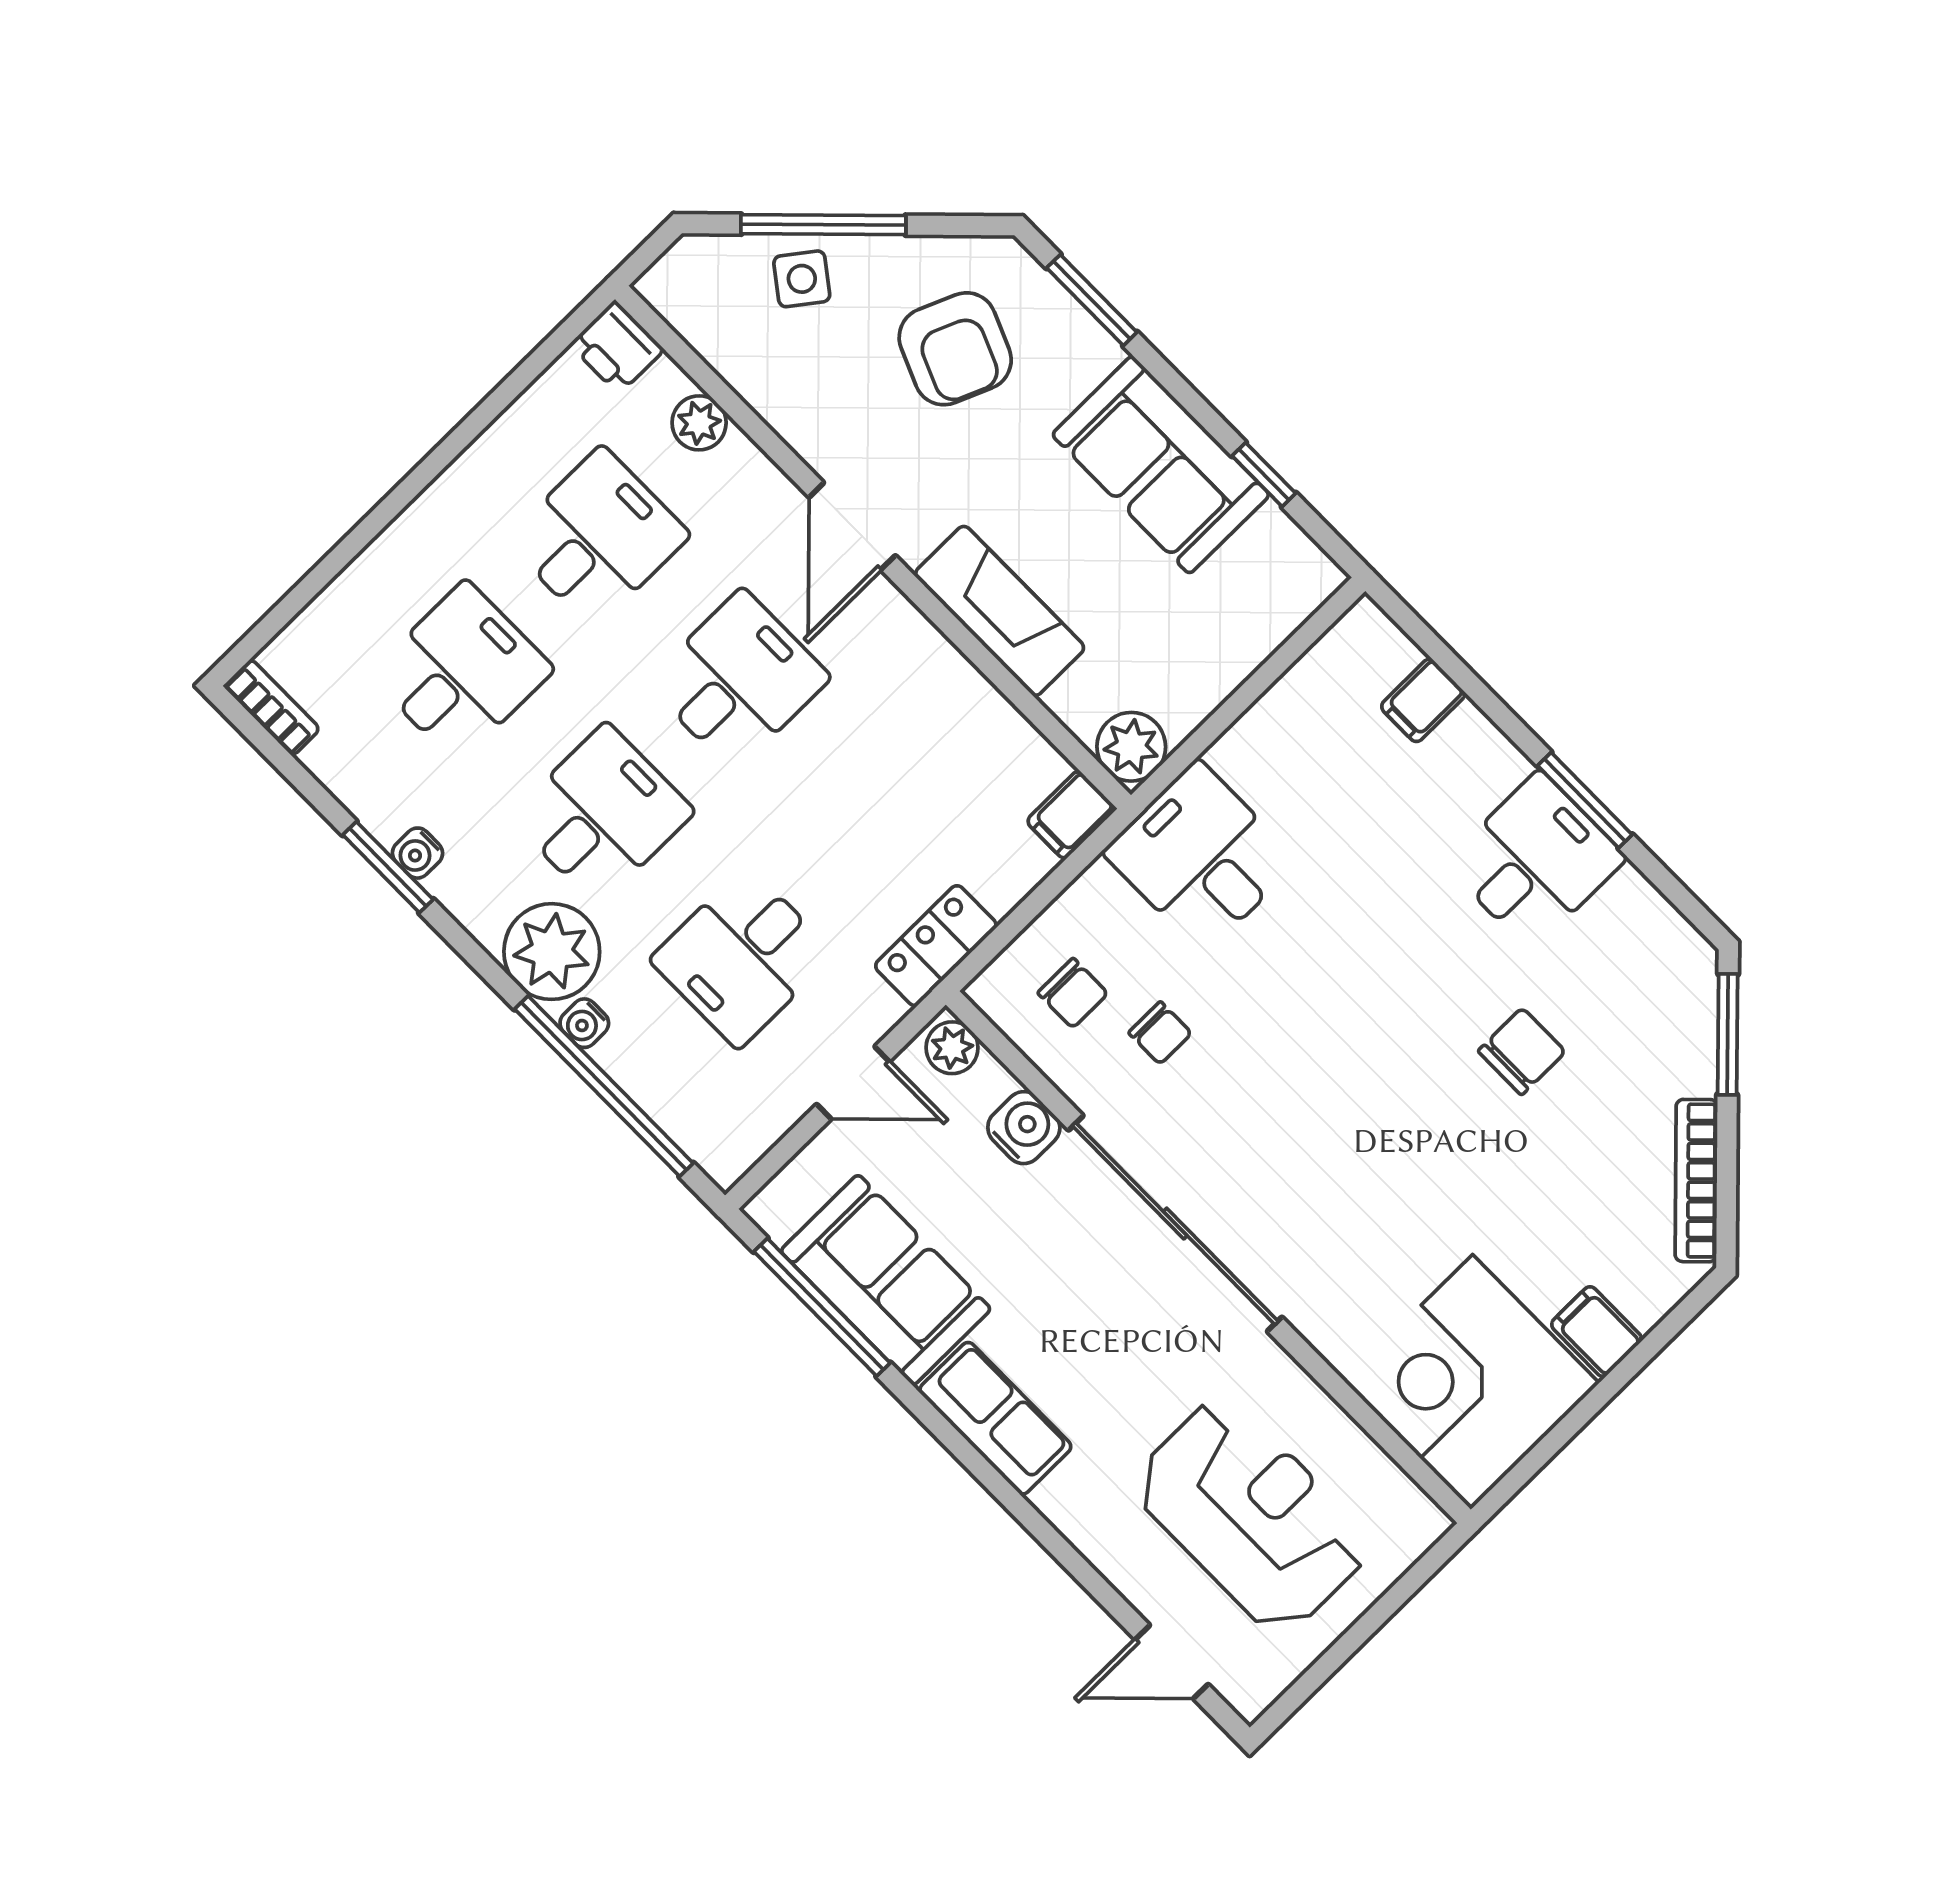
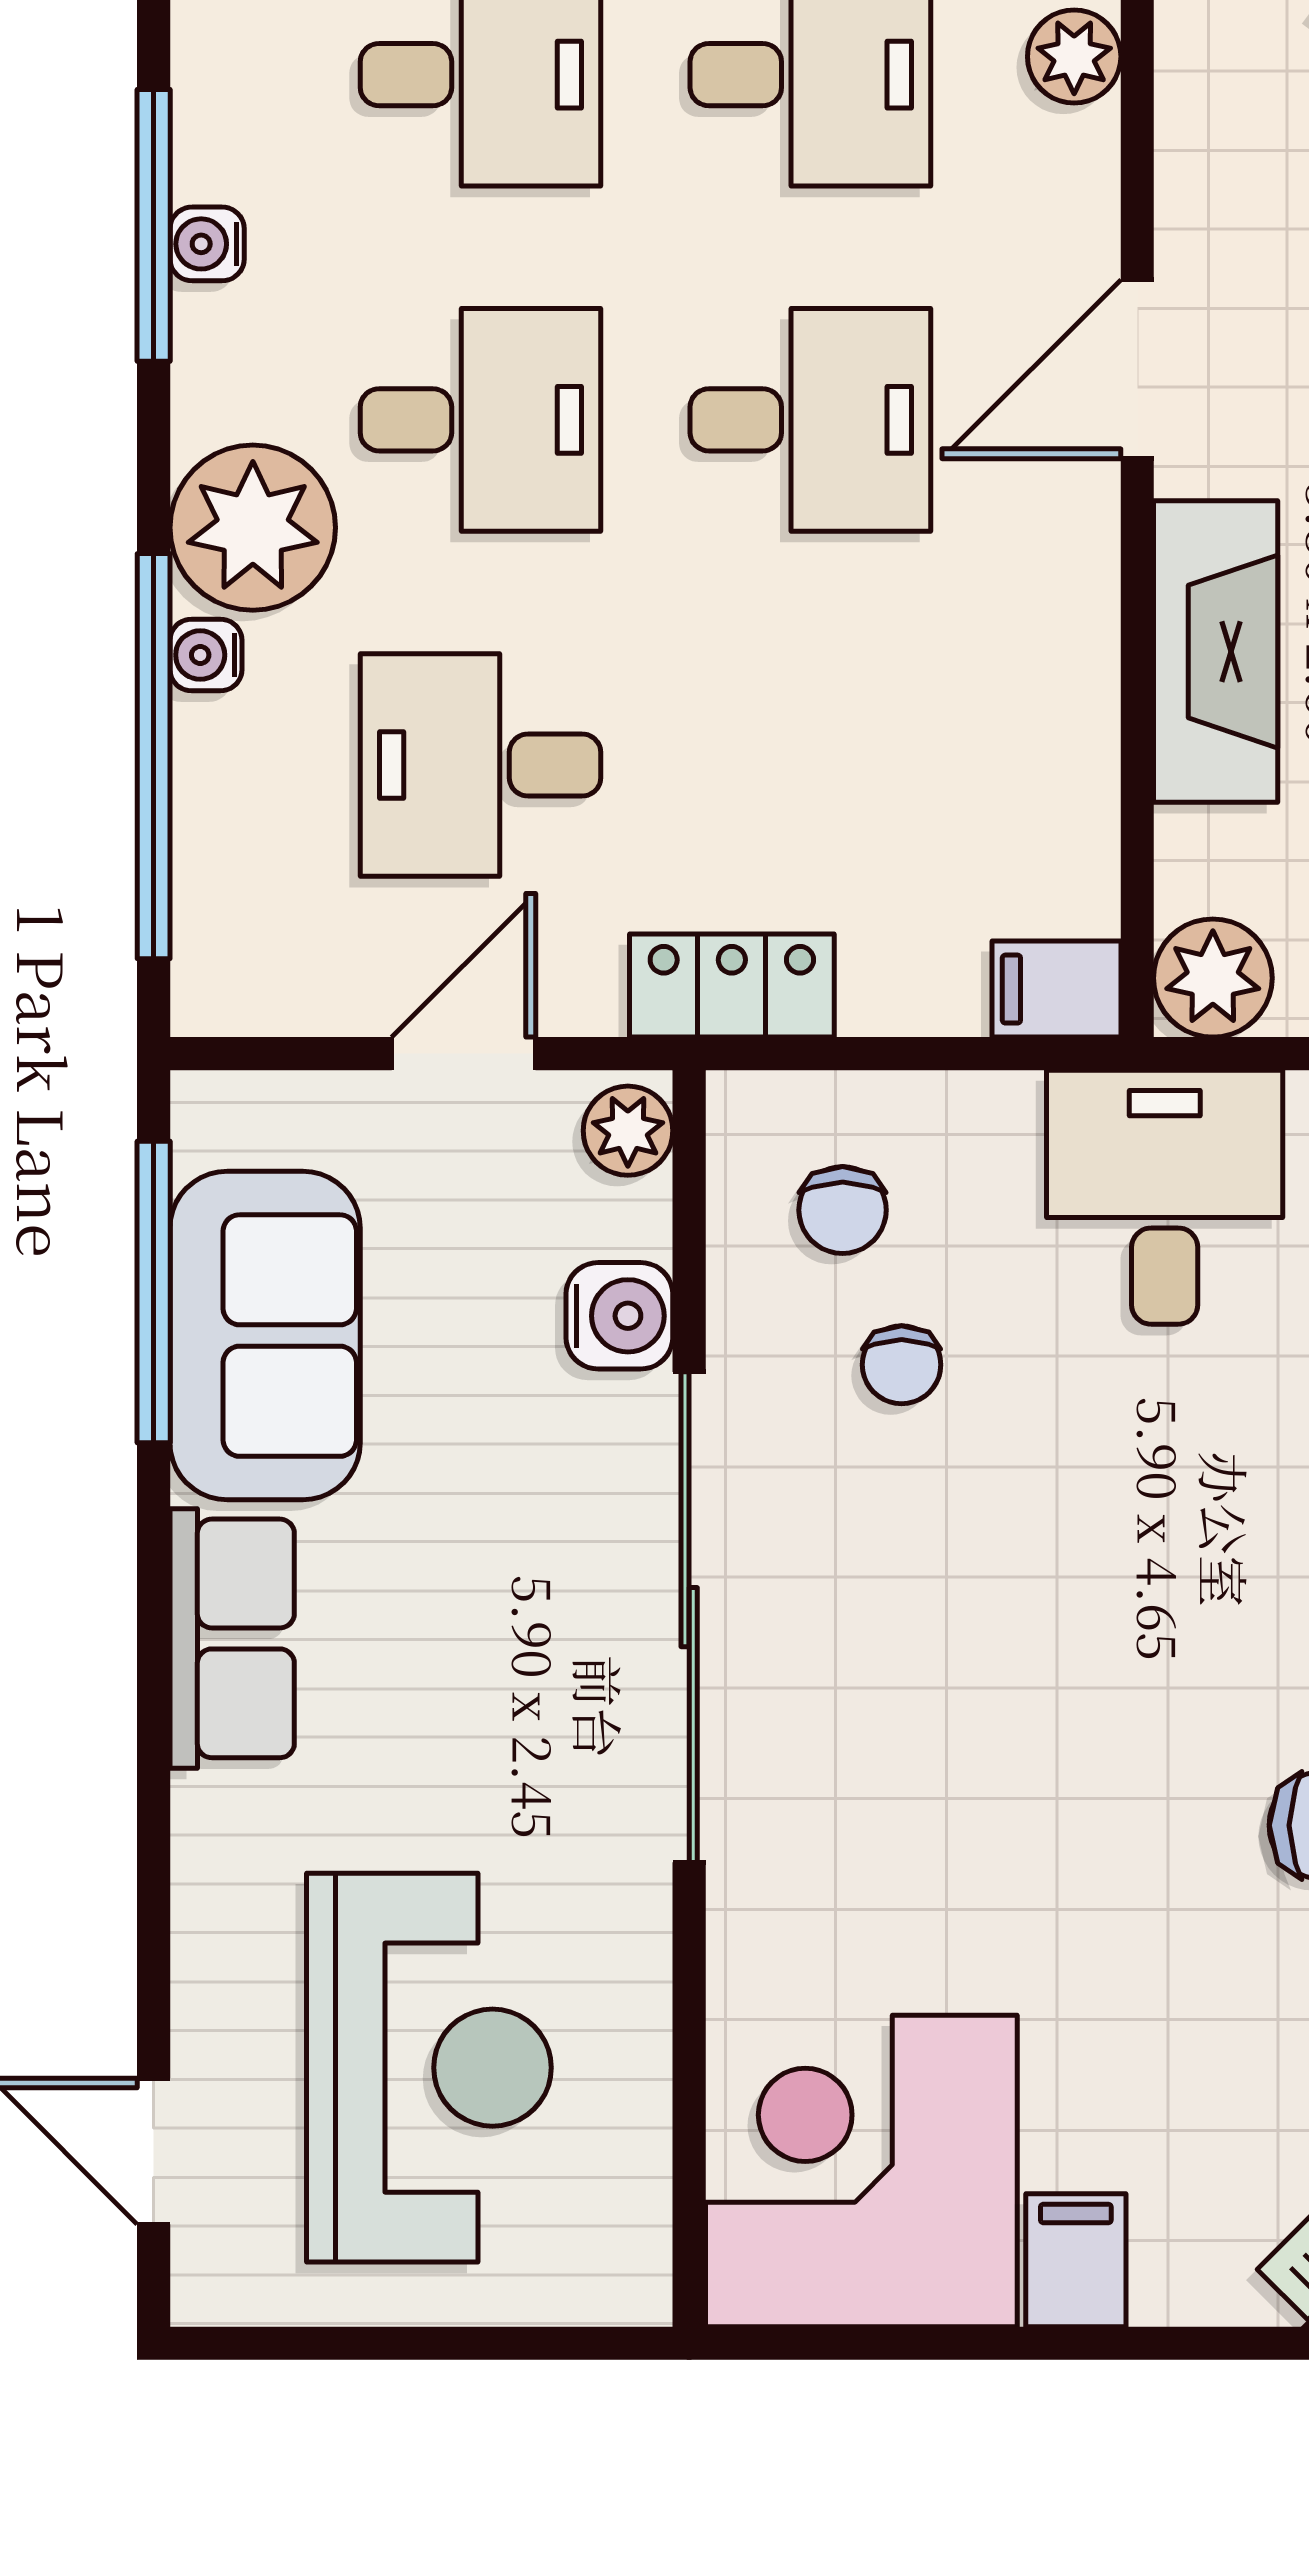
window: (388, 867) -> (154, 225), width x1.44
door: (853, 1083) -> (464, 1054), swing flipped

